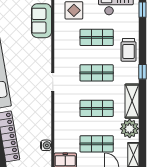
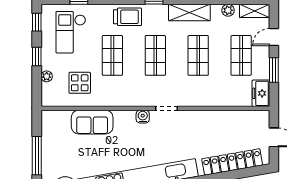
plant: (130, 129) -> (228, 10), width x0.53, depth x0.53
water cooler: (46, 145) -> (143, 117), moved

